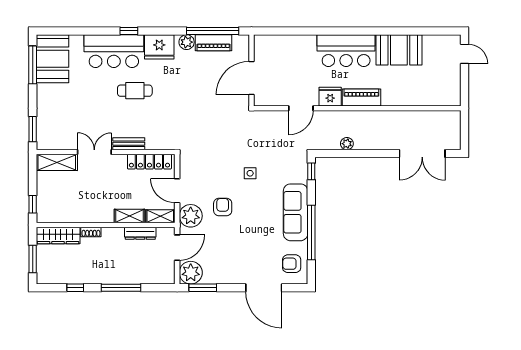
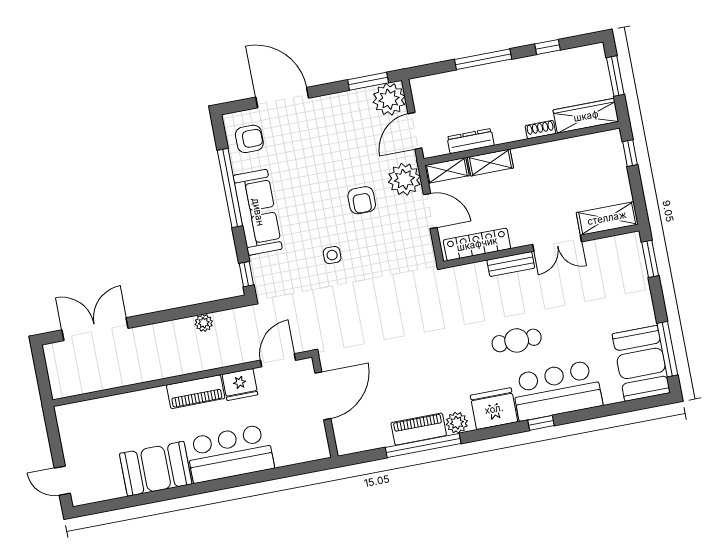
wall: (251, 70) -> (325, 407), moved
door: (251, 78) -> (323, 396), moved

